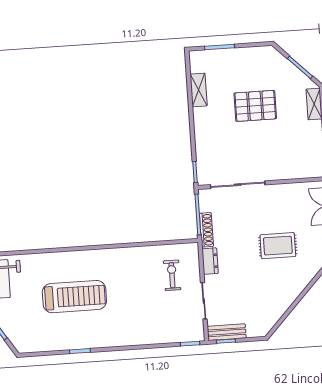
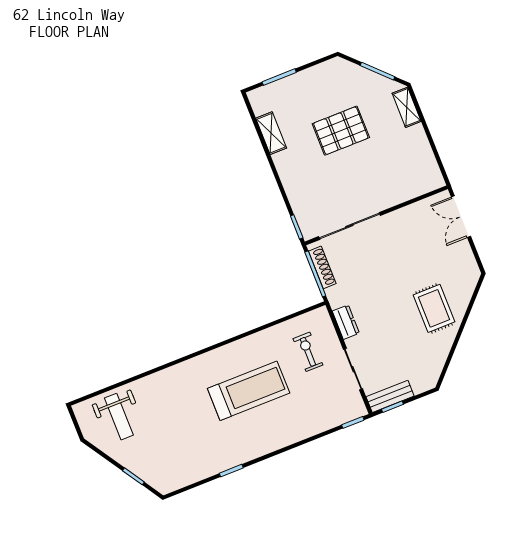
shoe rack: (206, 230) -> (322, 267), moved
rug: (278, 246) -> (434, 308), moved, turned 90
treadmill: (74, 297) -> (249, 391), moved

